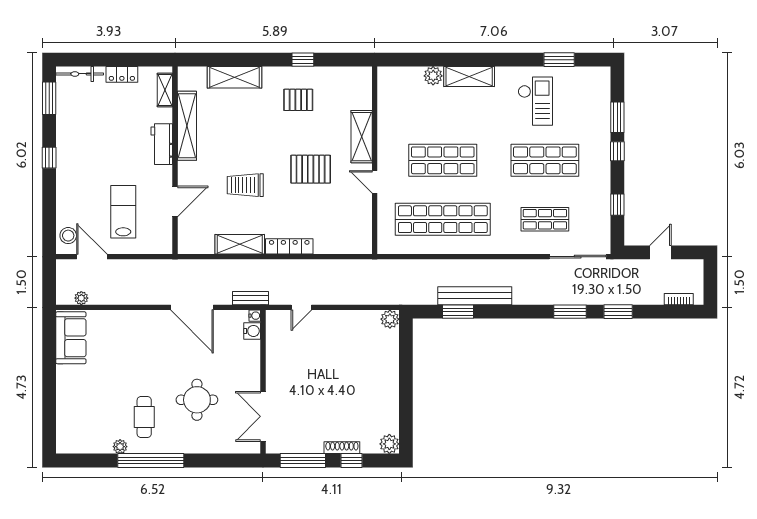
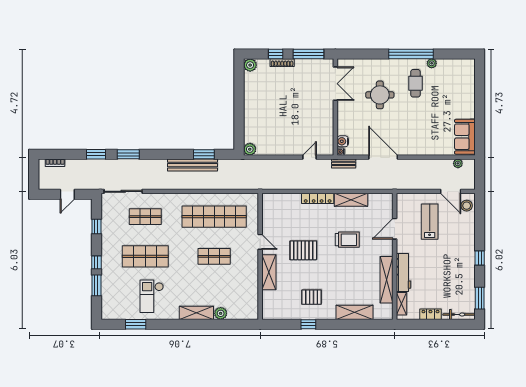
workbench: (162, 144) -> (403, 272), width x1.38
shop shelf: (443, 160) -> (214, 256), width x0.70, depth x0.74
lab bench: (123, 212) -> (430, 222), turned 180

